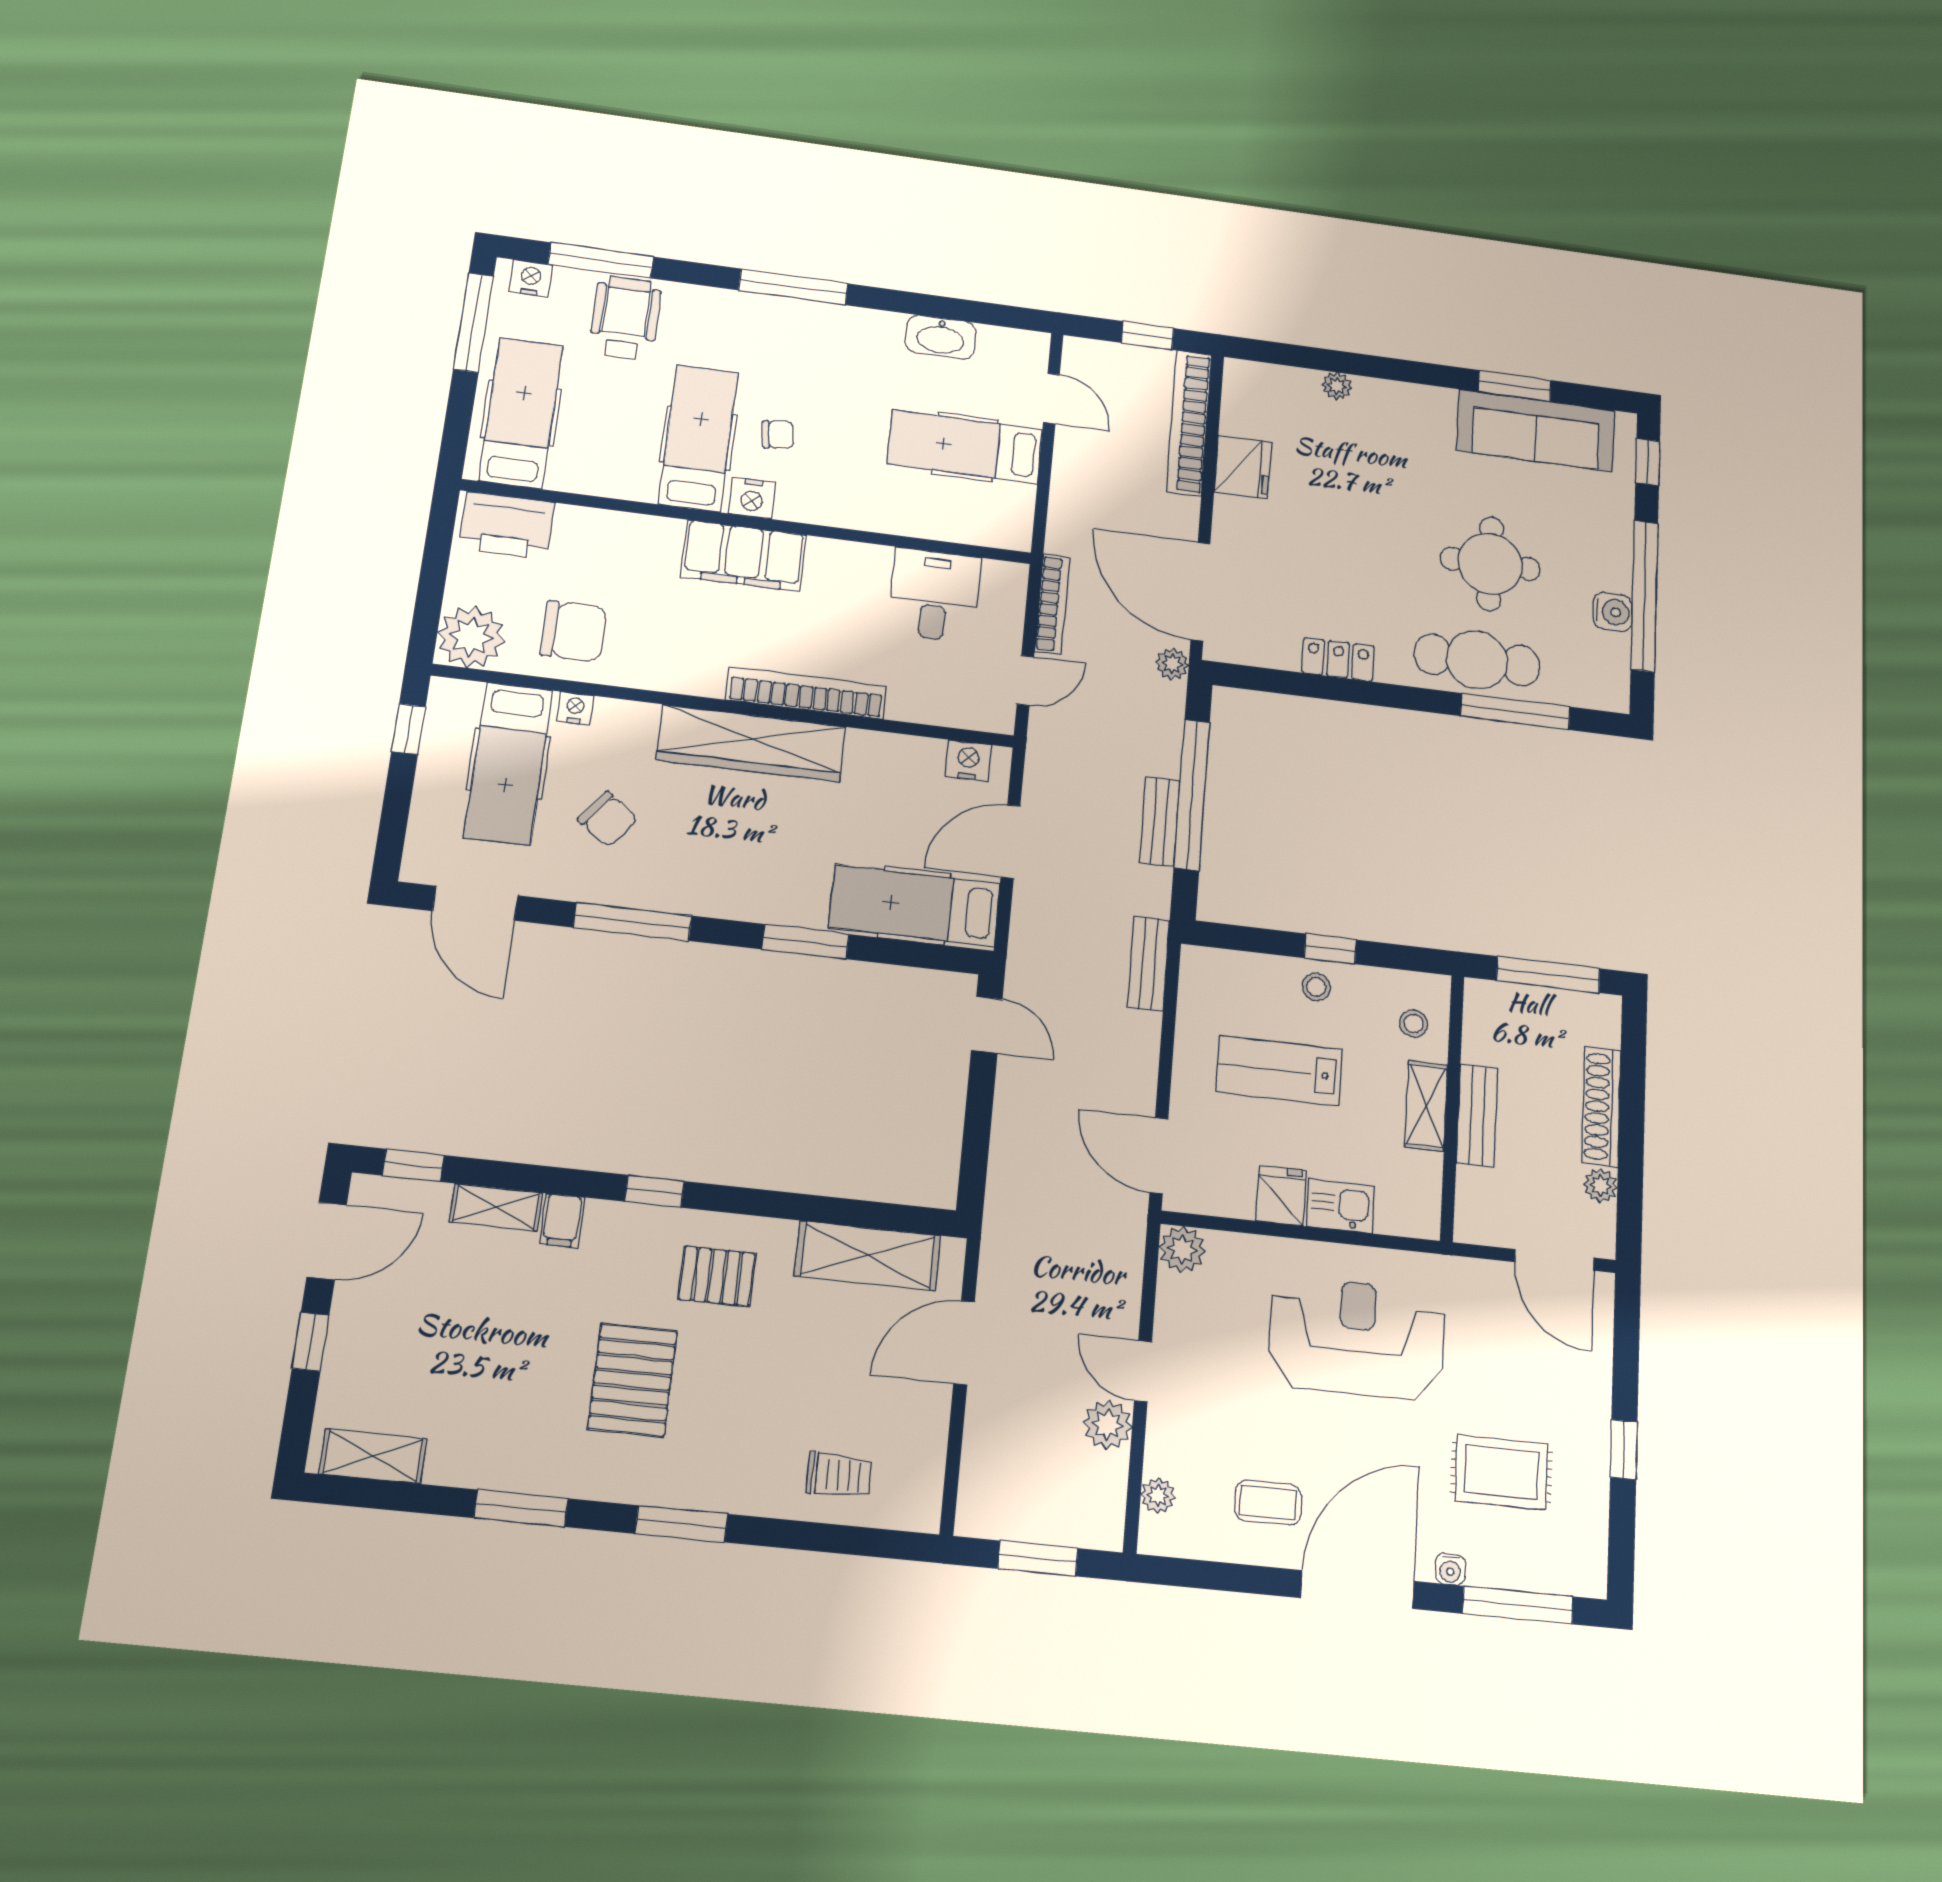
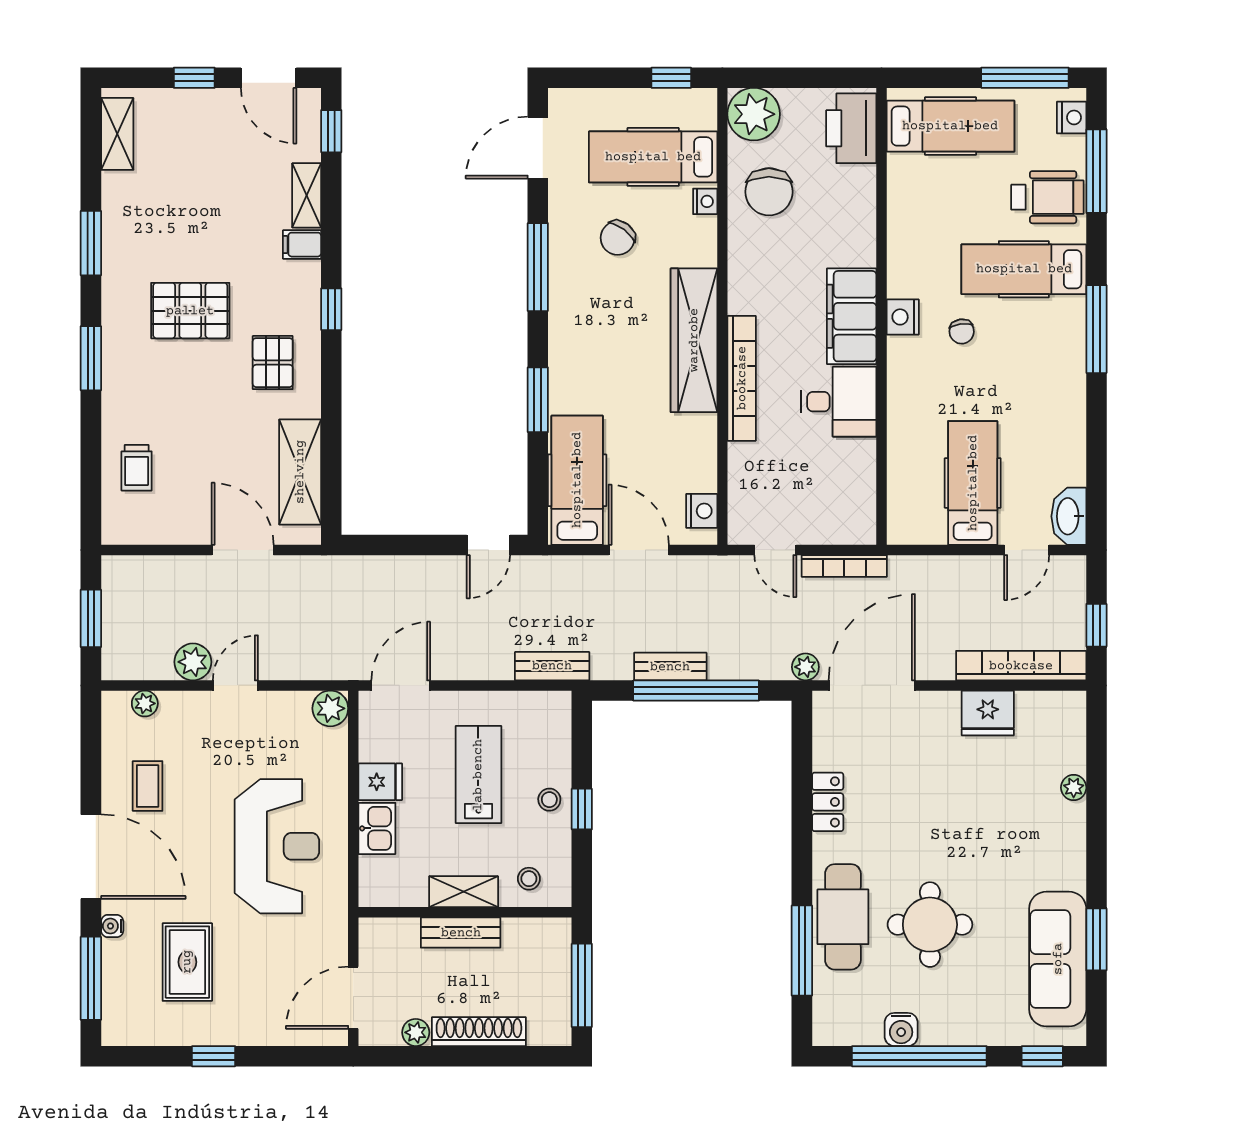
washbasin: (941, 337) -> (1069, 516), moved
hospital bed: (698, 438) -> (1024, 269), moved, turned 180
desk: (935, 595) -> (839, 402), moved

